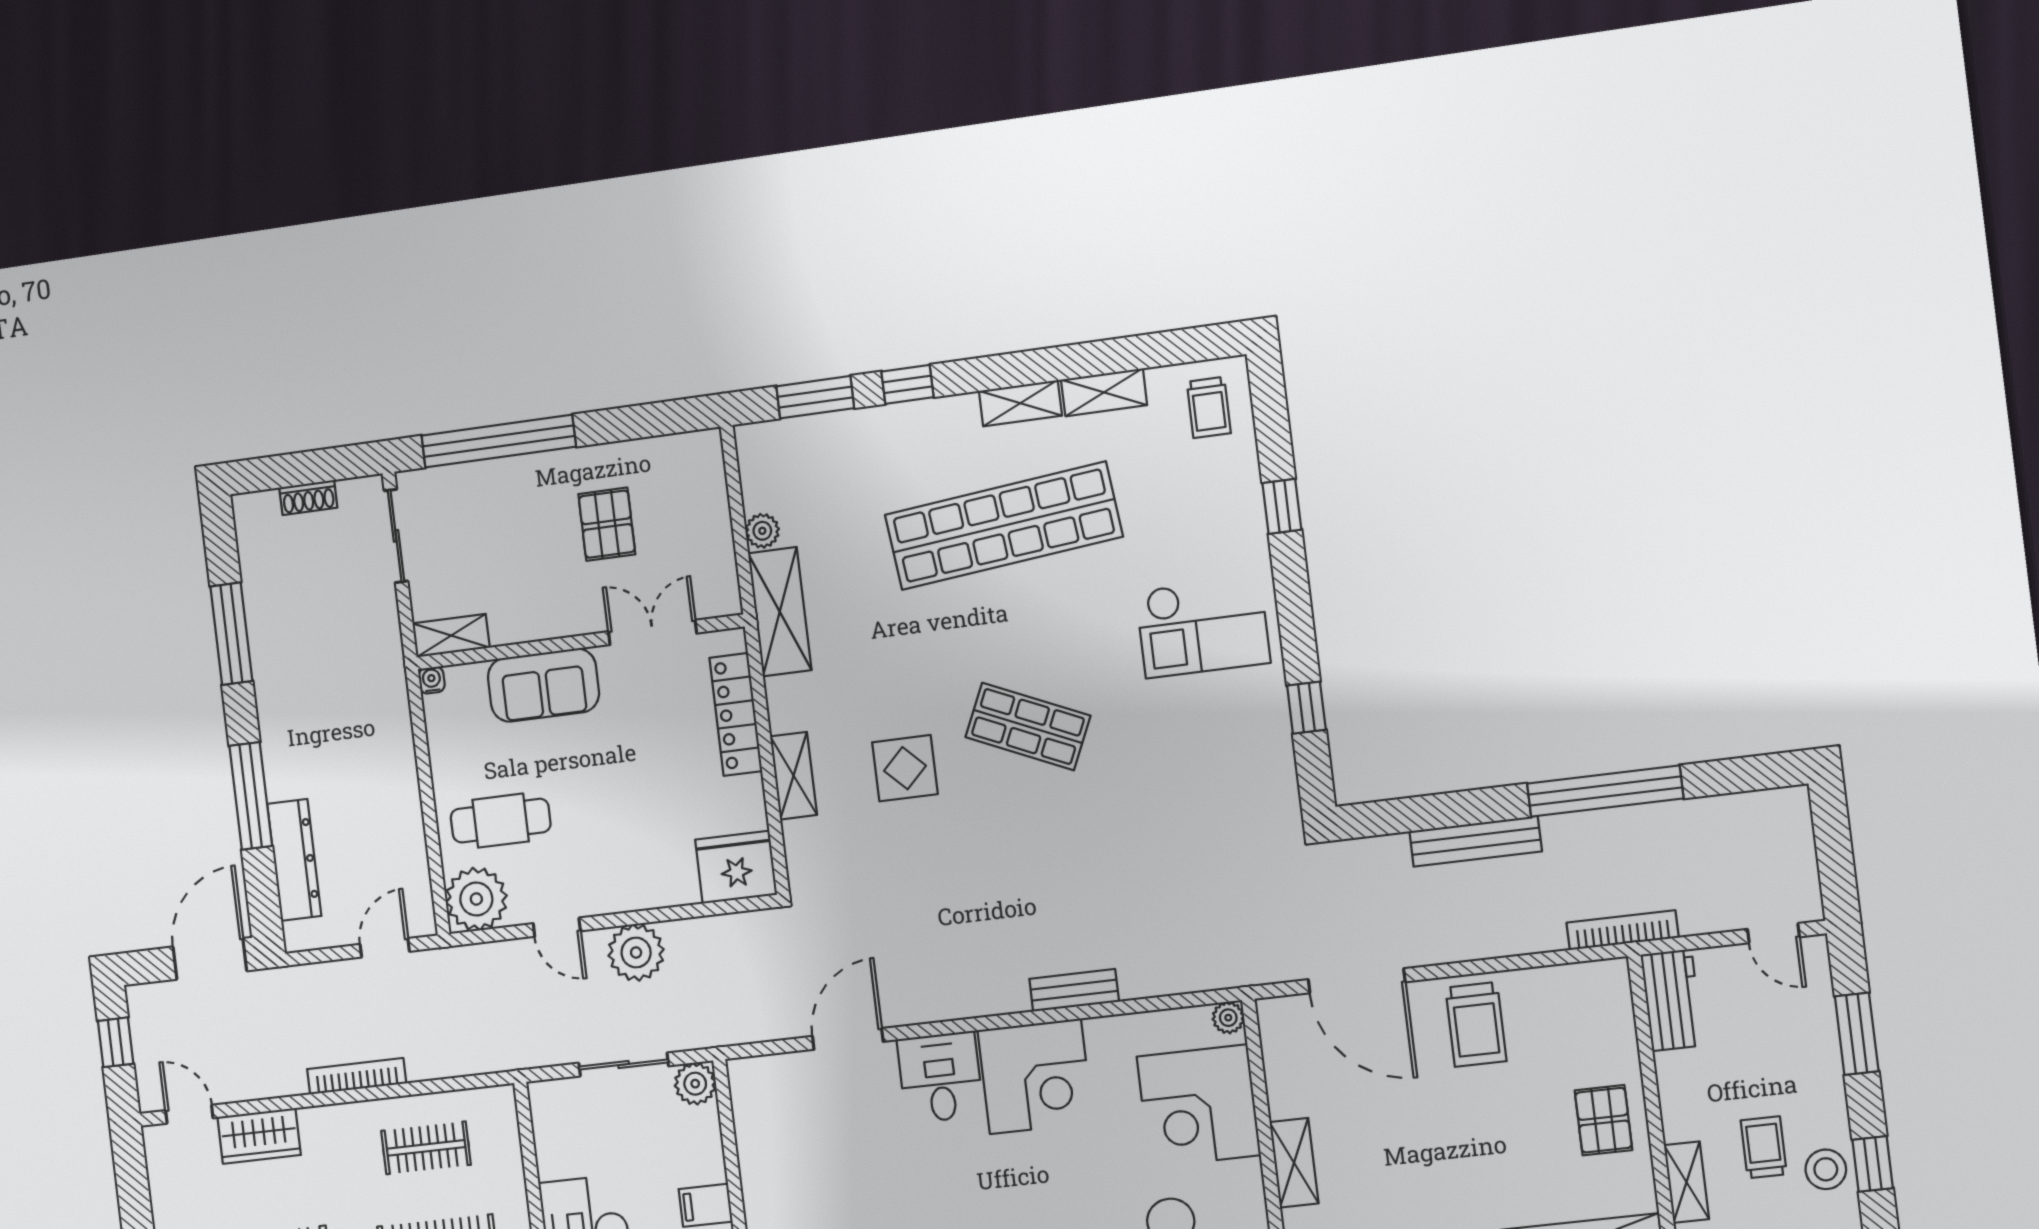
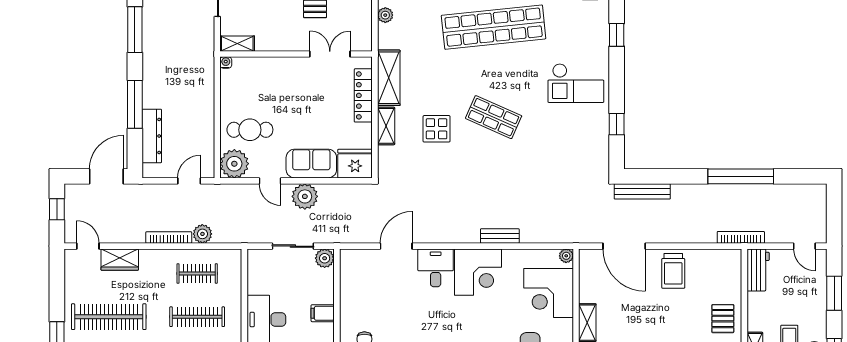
shelving: (780, 612) -> (389, 78), moved
sofa: (543, 685) -> (311, 164), moved, turned 180
bench: (1476, 841) -> (642, 191), moved
plant: (427, 1060) -> (202, 234), added

